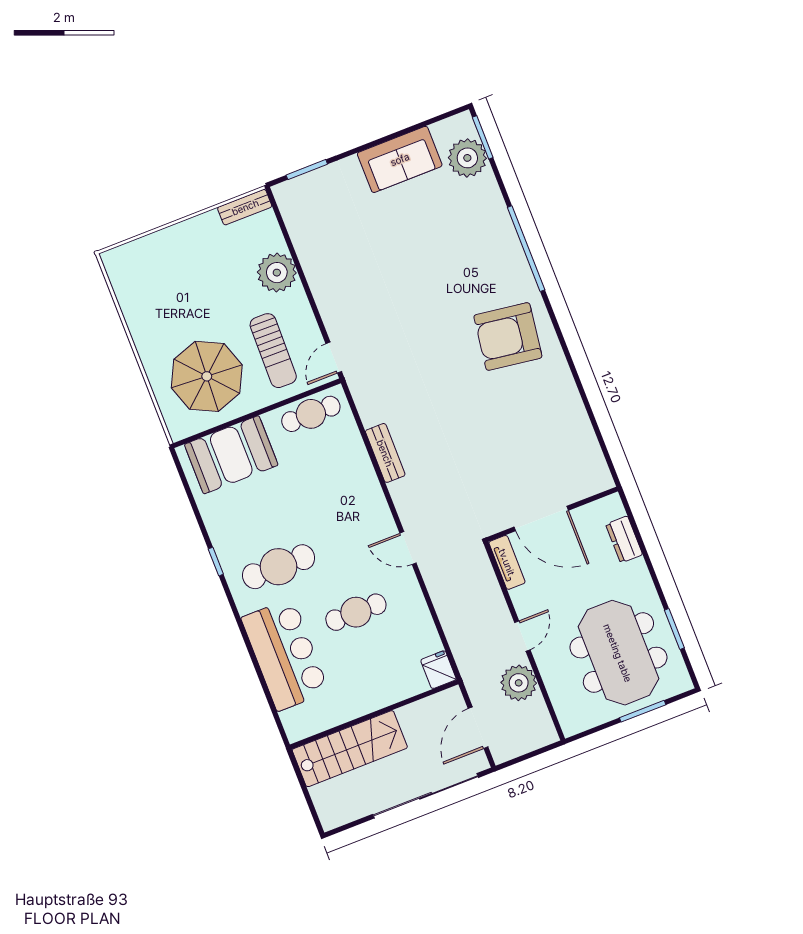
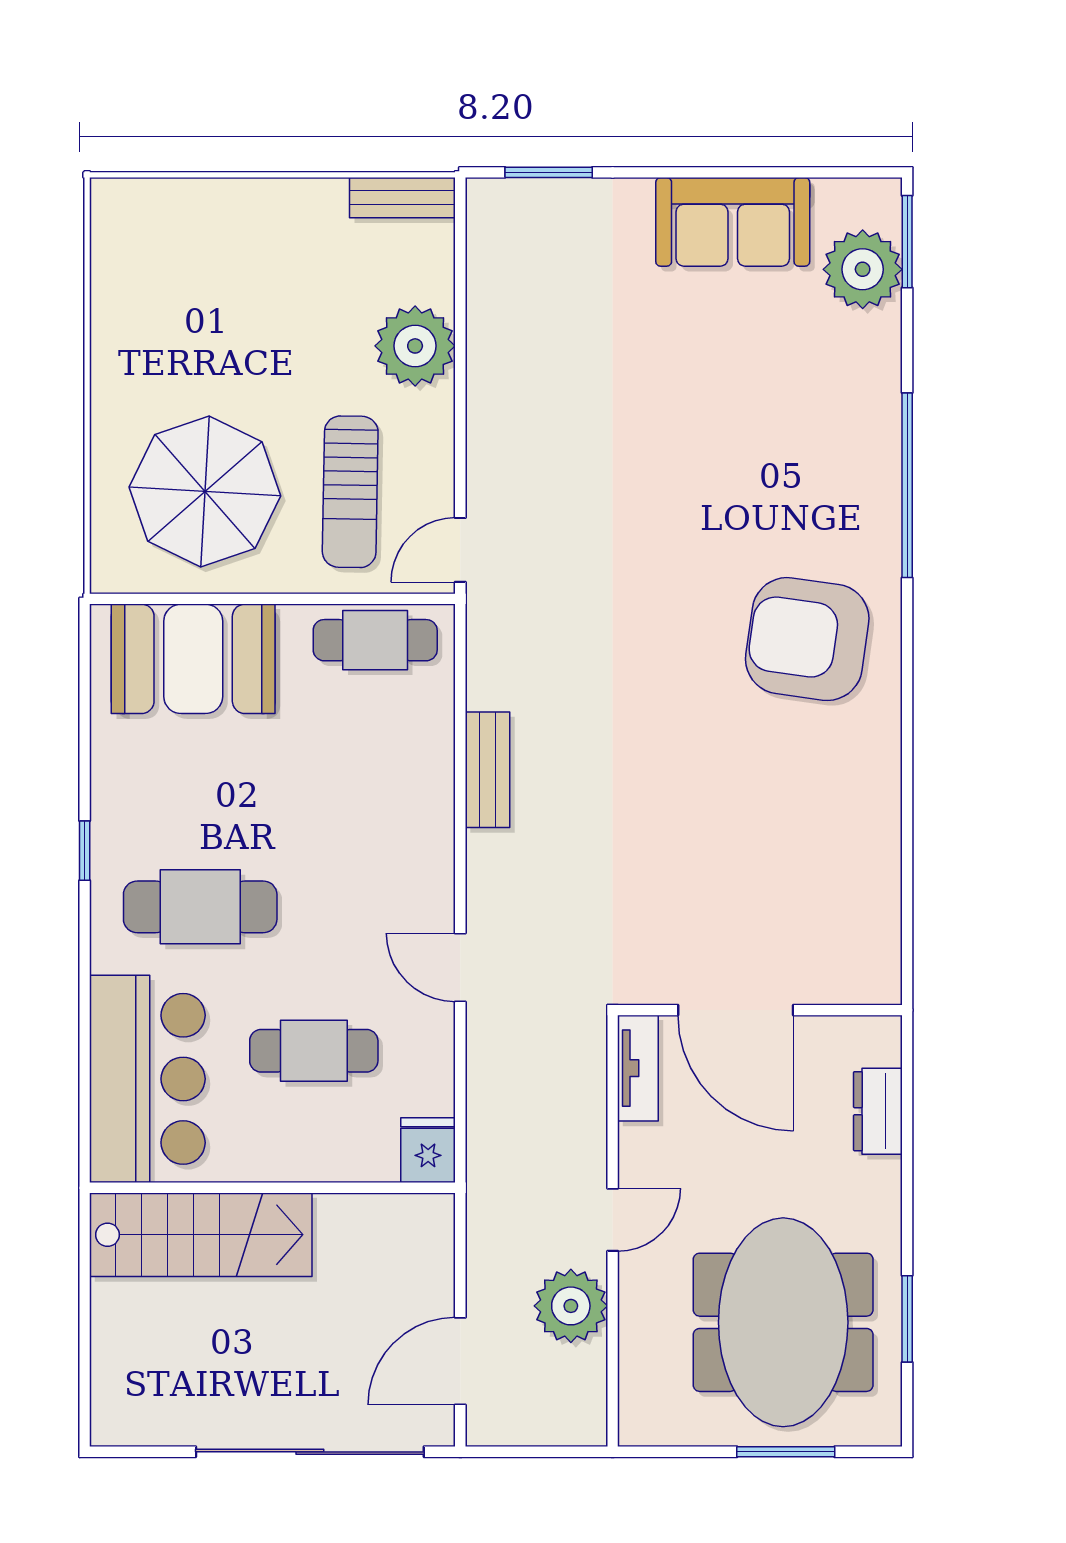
fridge: (438, 670) -> (428, 1150), moved
wall: (374, 714) -> (272, 1188), moved
stairs: (350, 749) -> (201, 1235), moved

